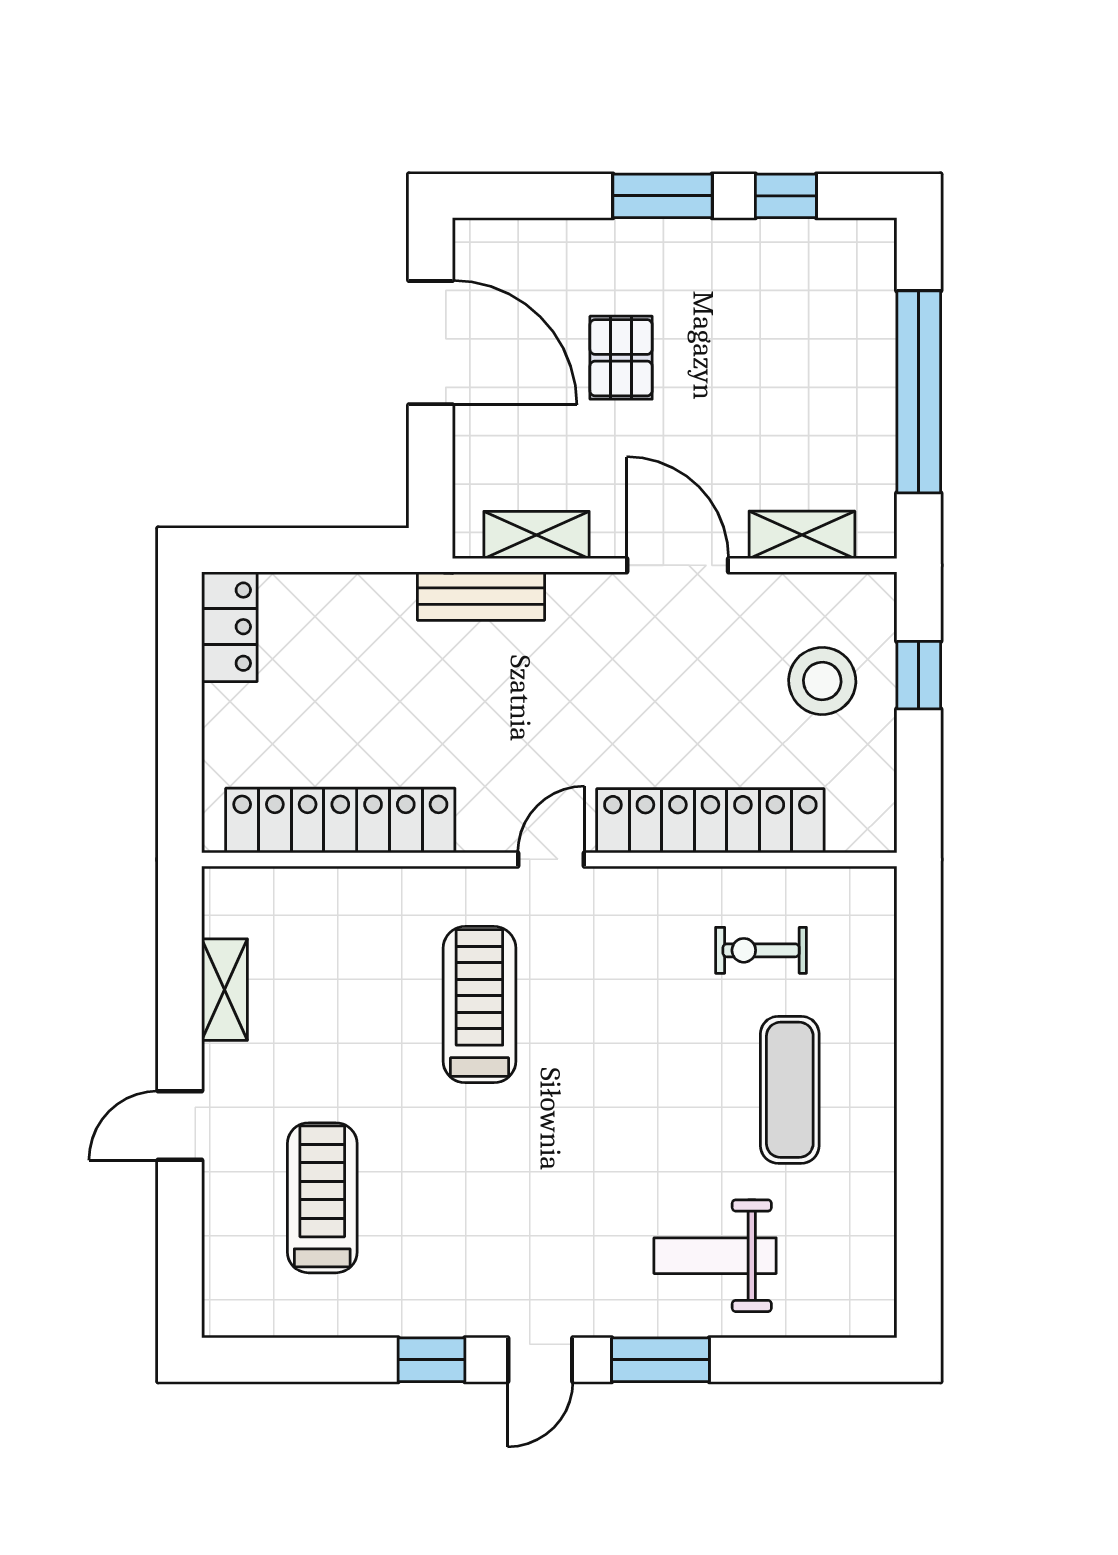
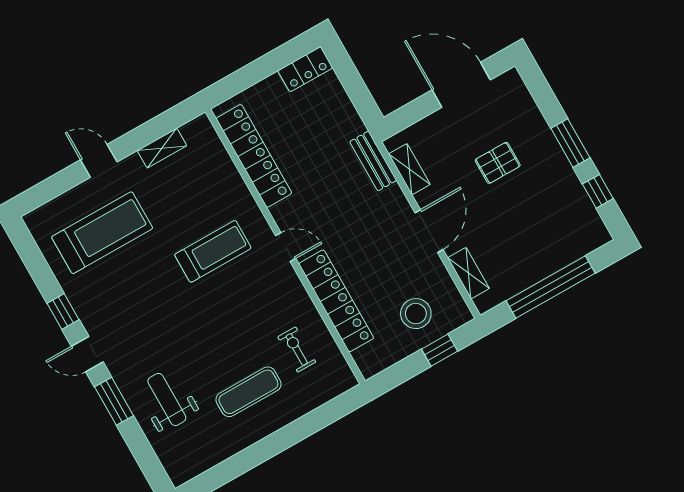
door: (431, 343) -> (461, 85), swing flipped
treadmill: (322, 1198) -> (102, 233), width x1.37, depth x1.38

